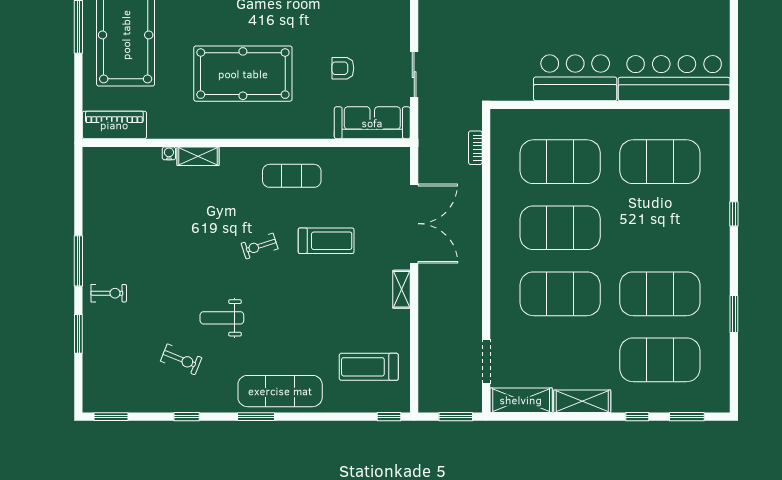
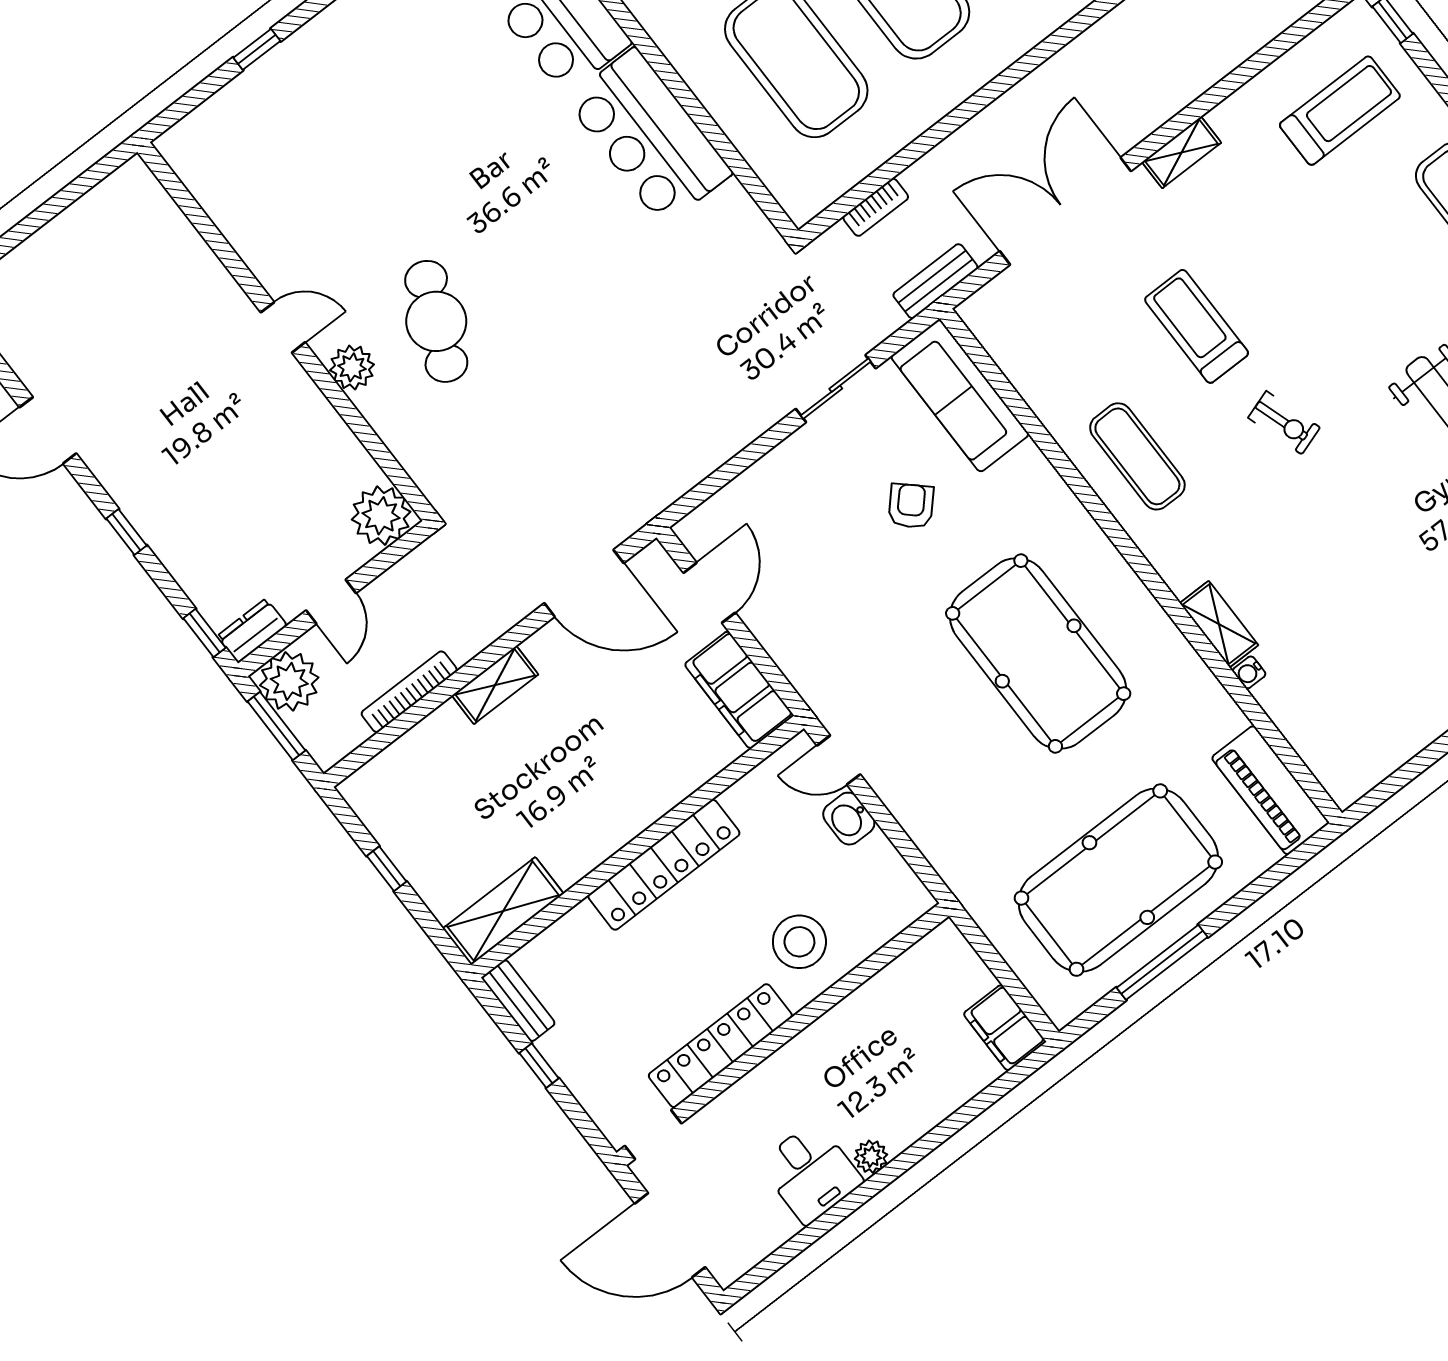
armchair: (343, 68) -> (911, 506), turned -137
bench: (426, 149) -> (935, 281), added
treadmill: (369, 367) -> (1340, 111), turned -90

